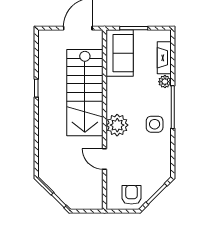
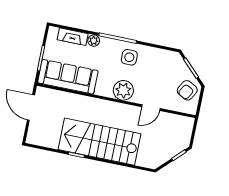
sofa: (120, 53) -> (68, 77), width x1.36
stairs: (85, 93) -> (100, 142), moved, turned 180
armchair: (131, 195) -> (187, 90), turned -60

